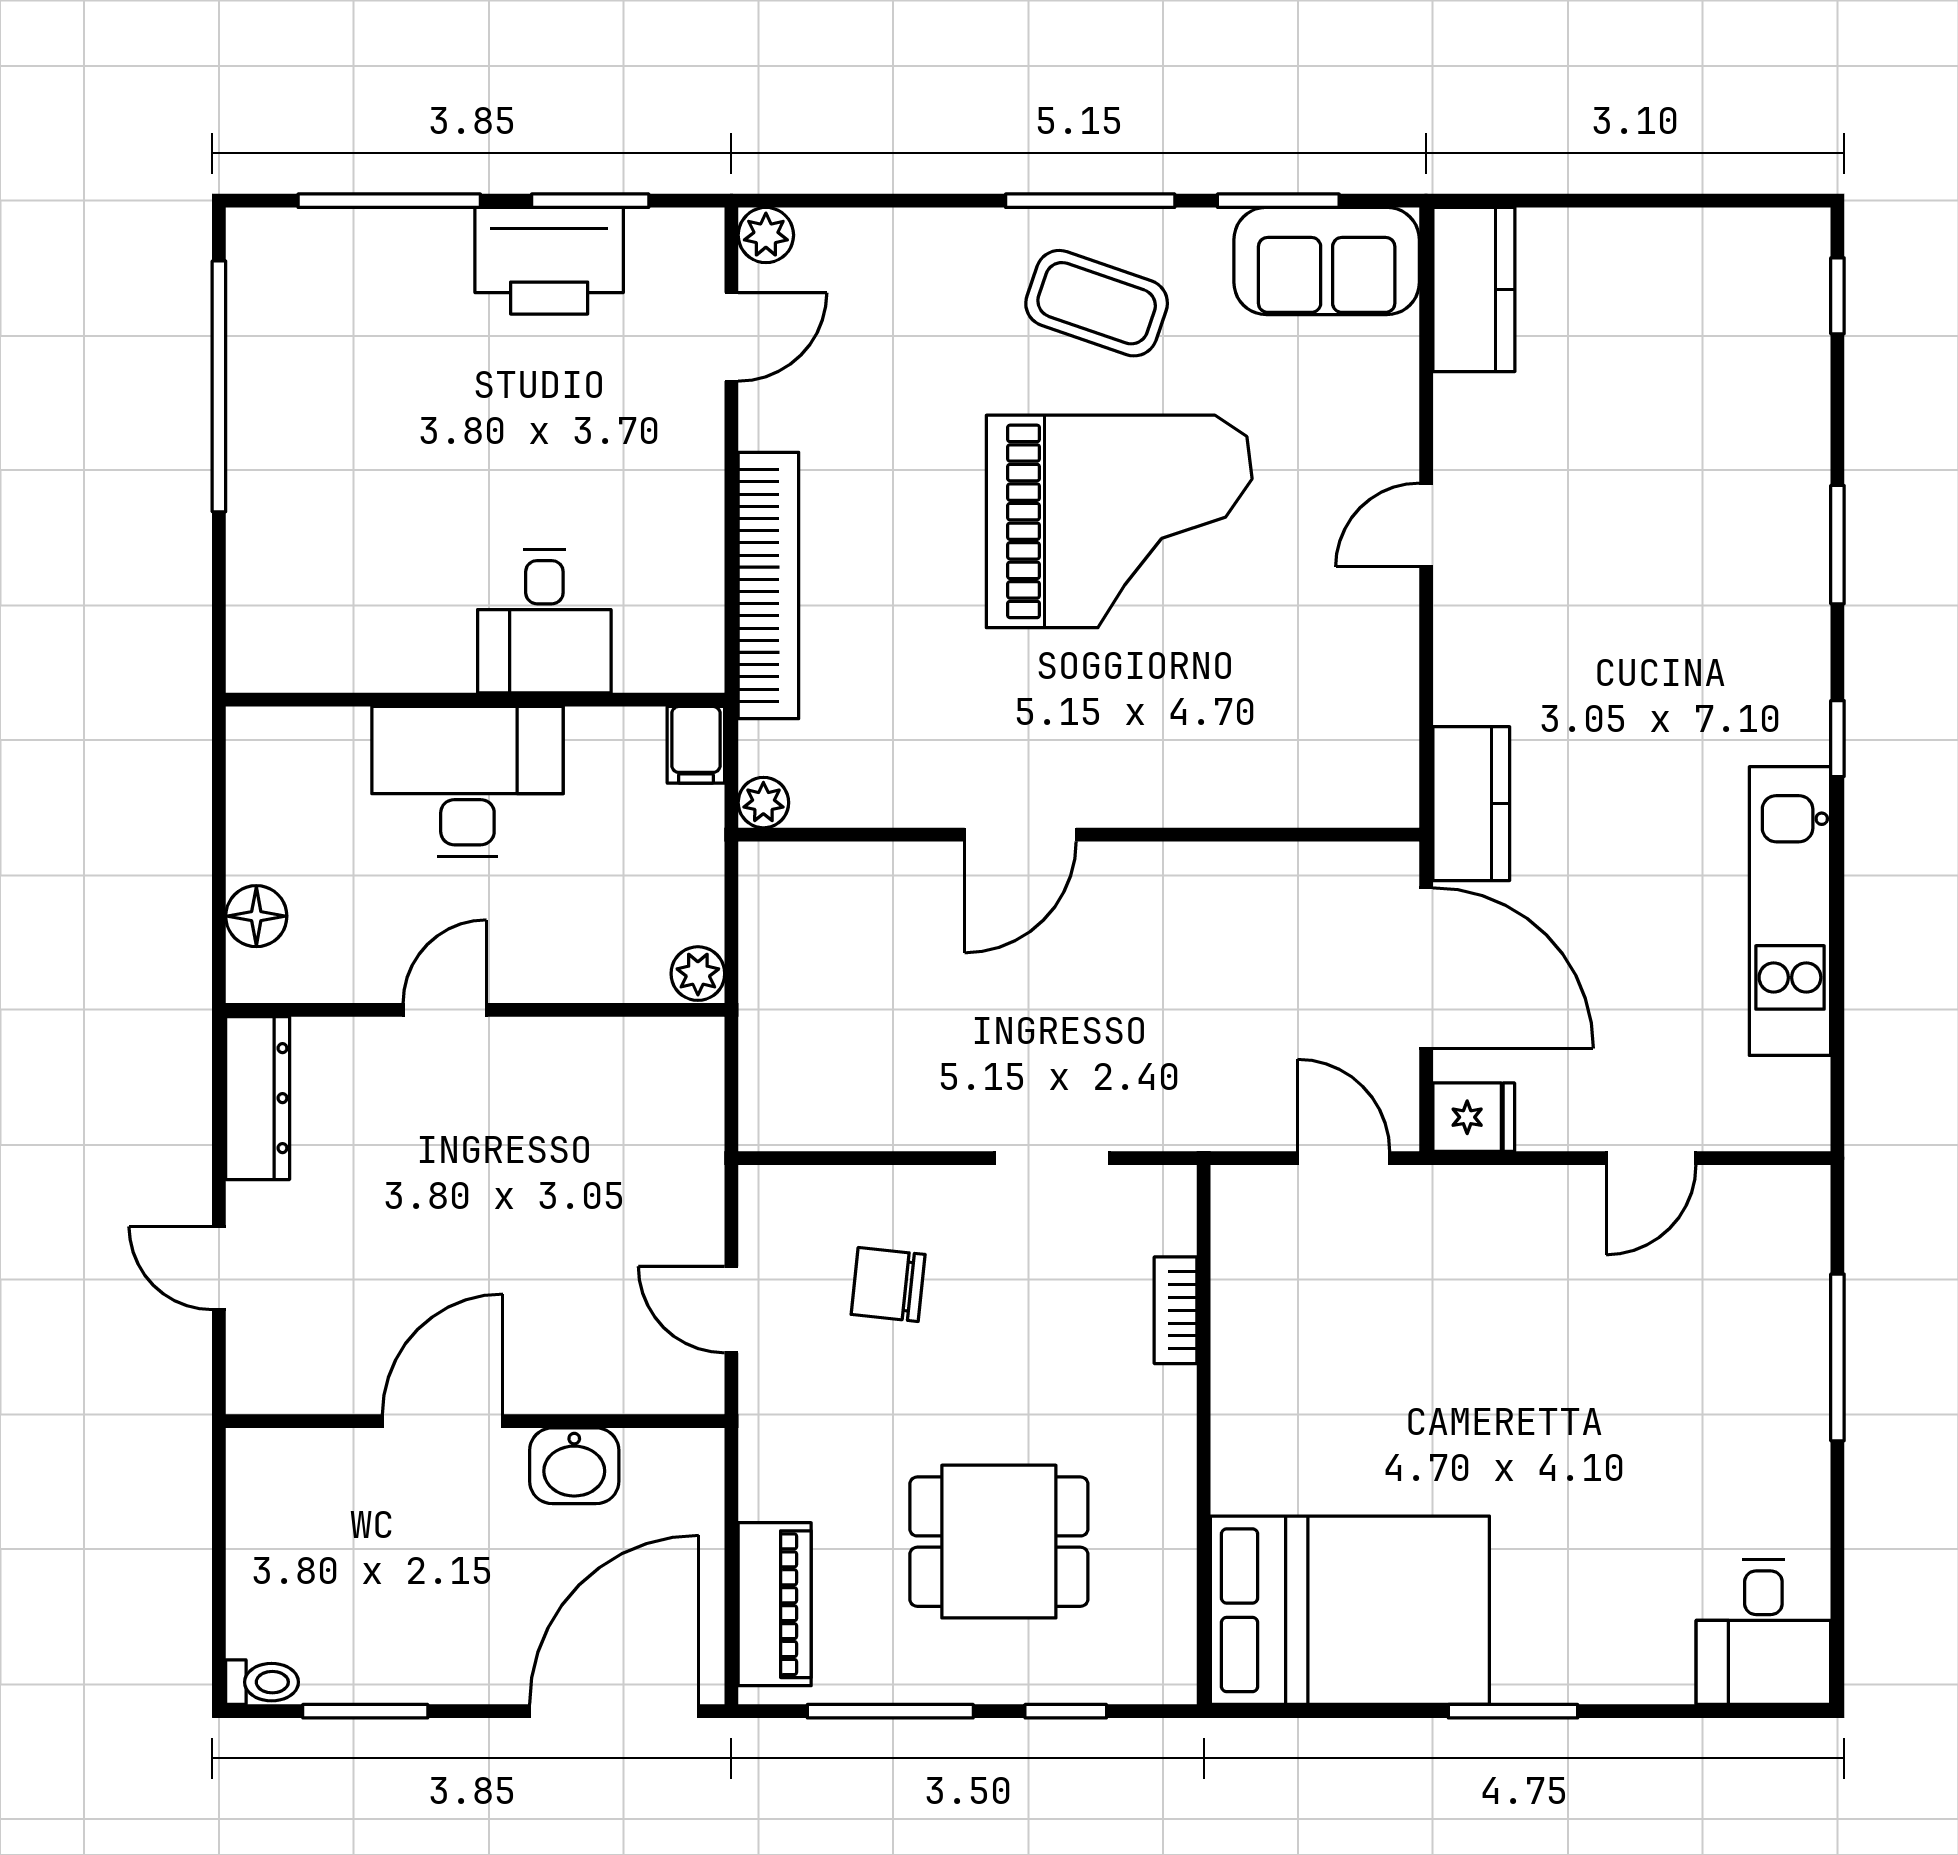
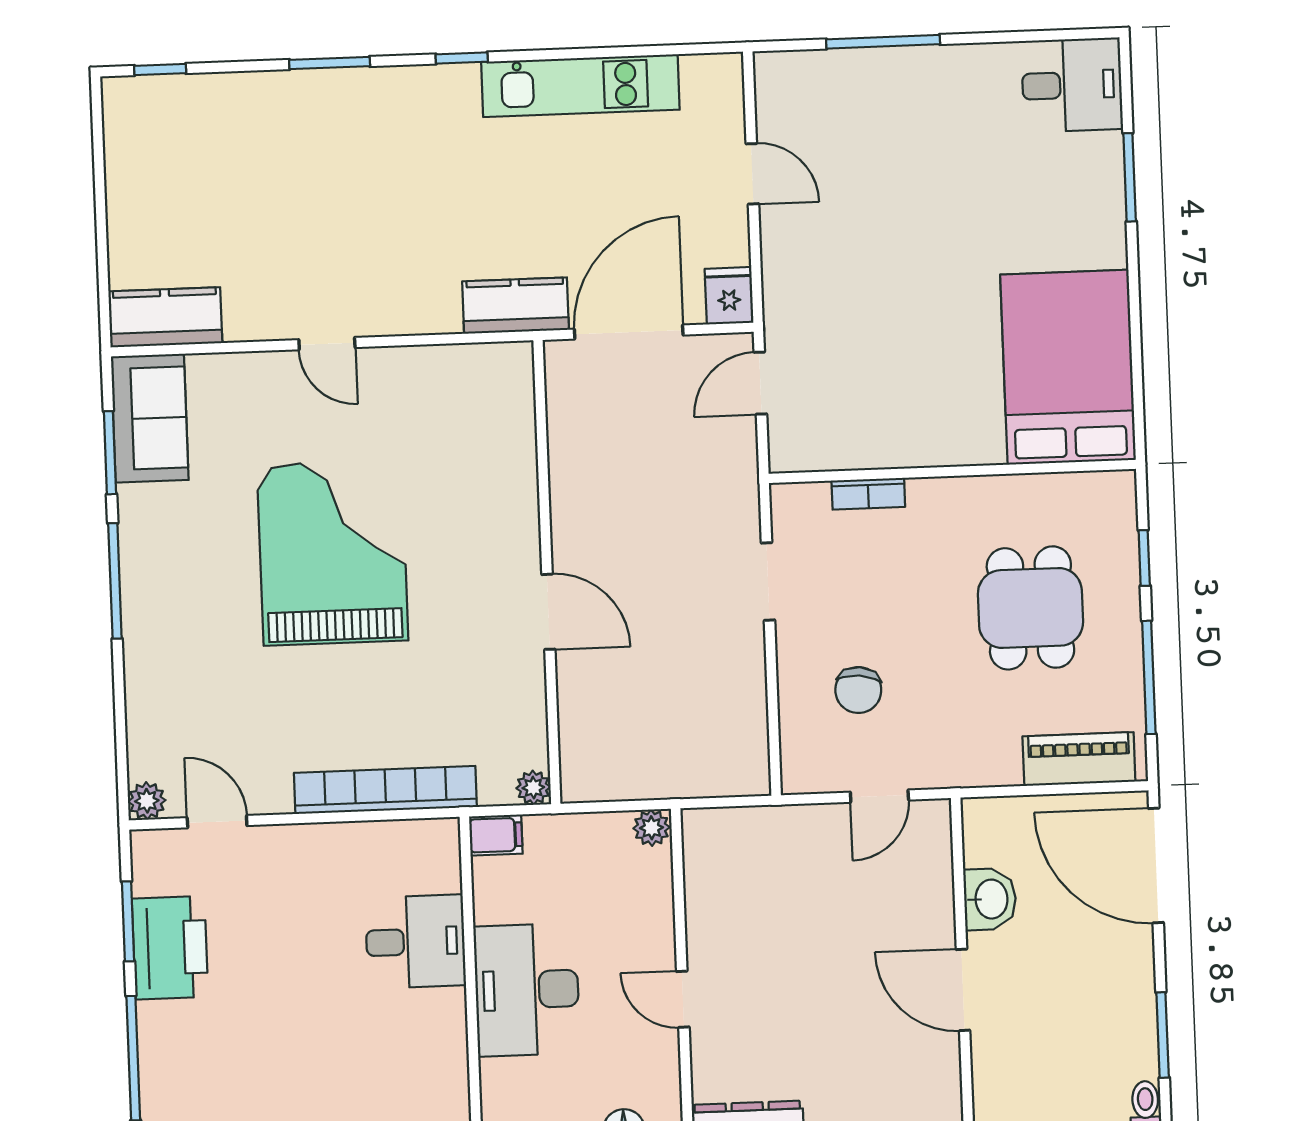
coffee table: (1097, 303) -> (185, 574), removed
window: (1513, 1711) -> (1130, 177), moved

